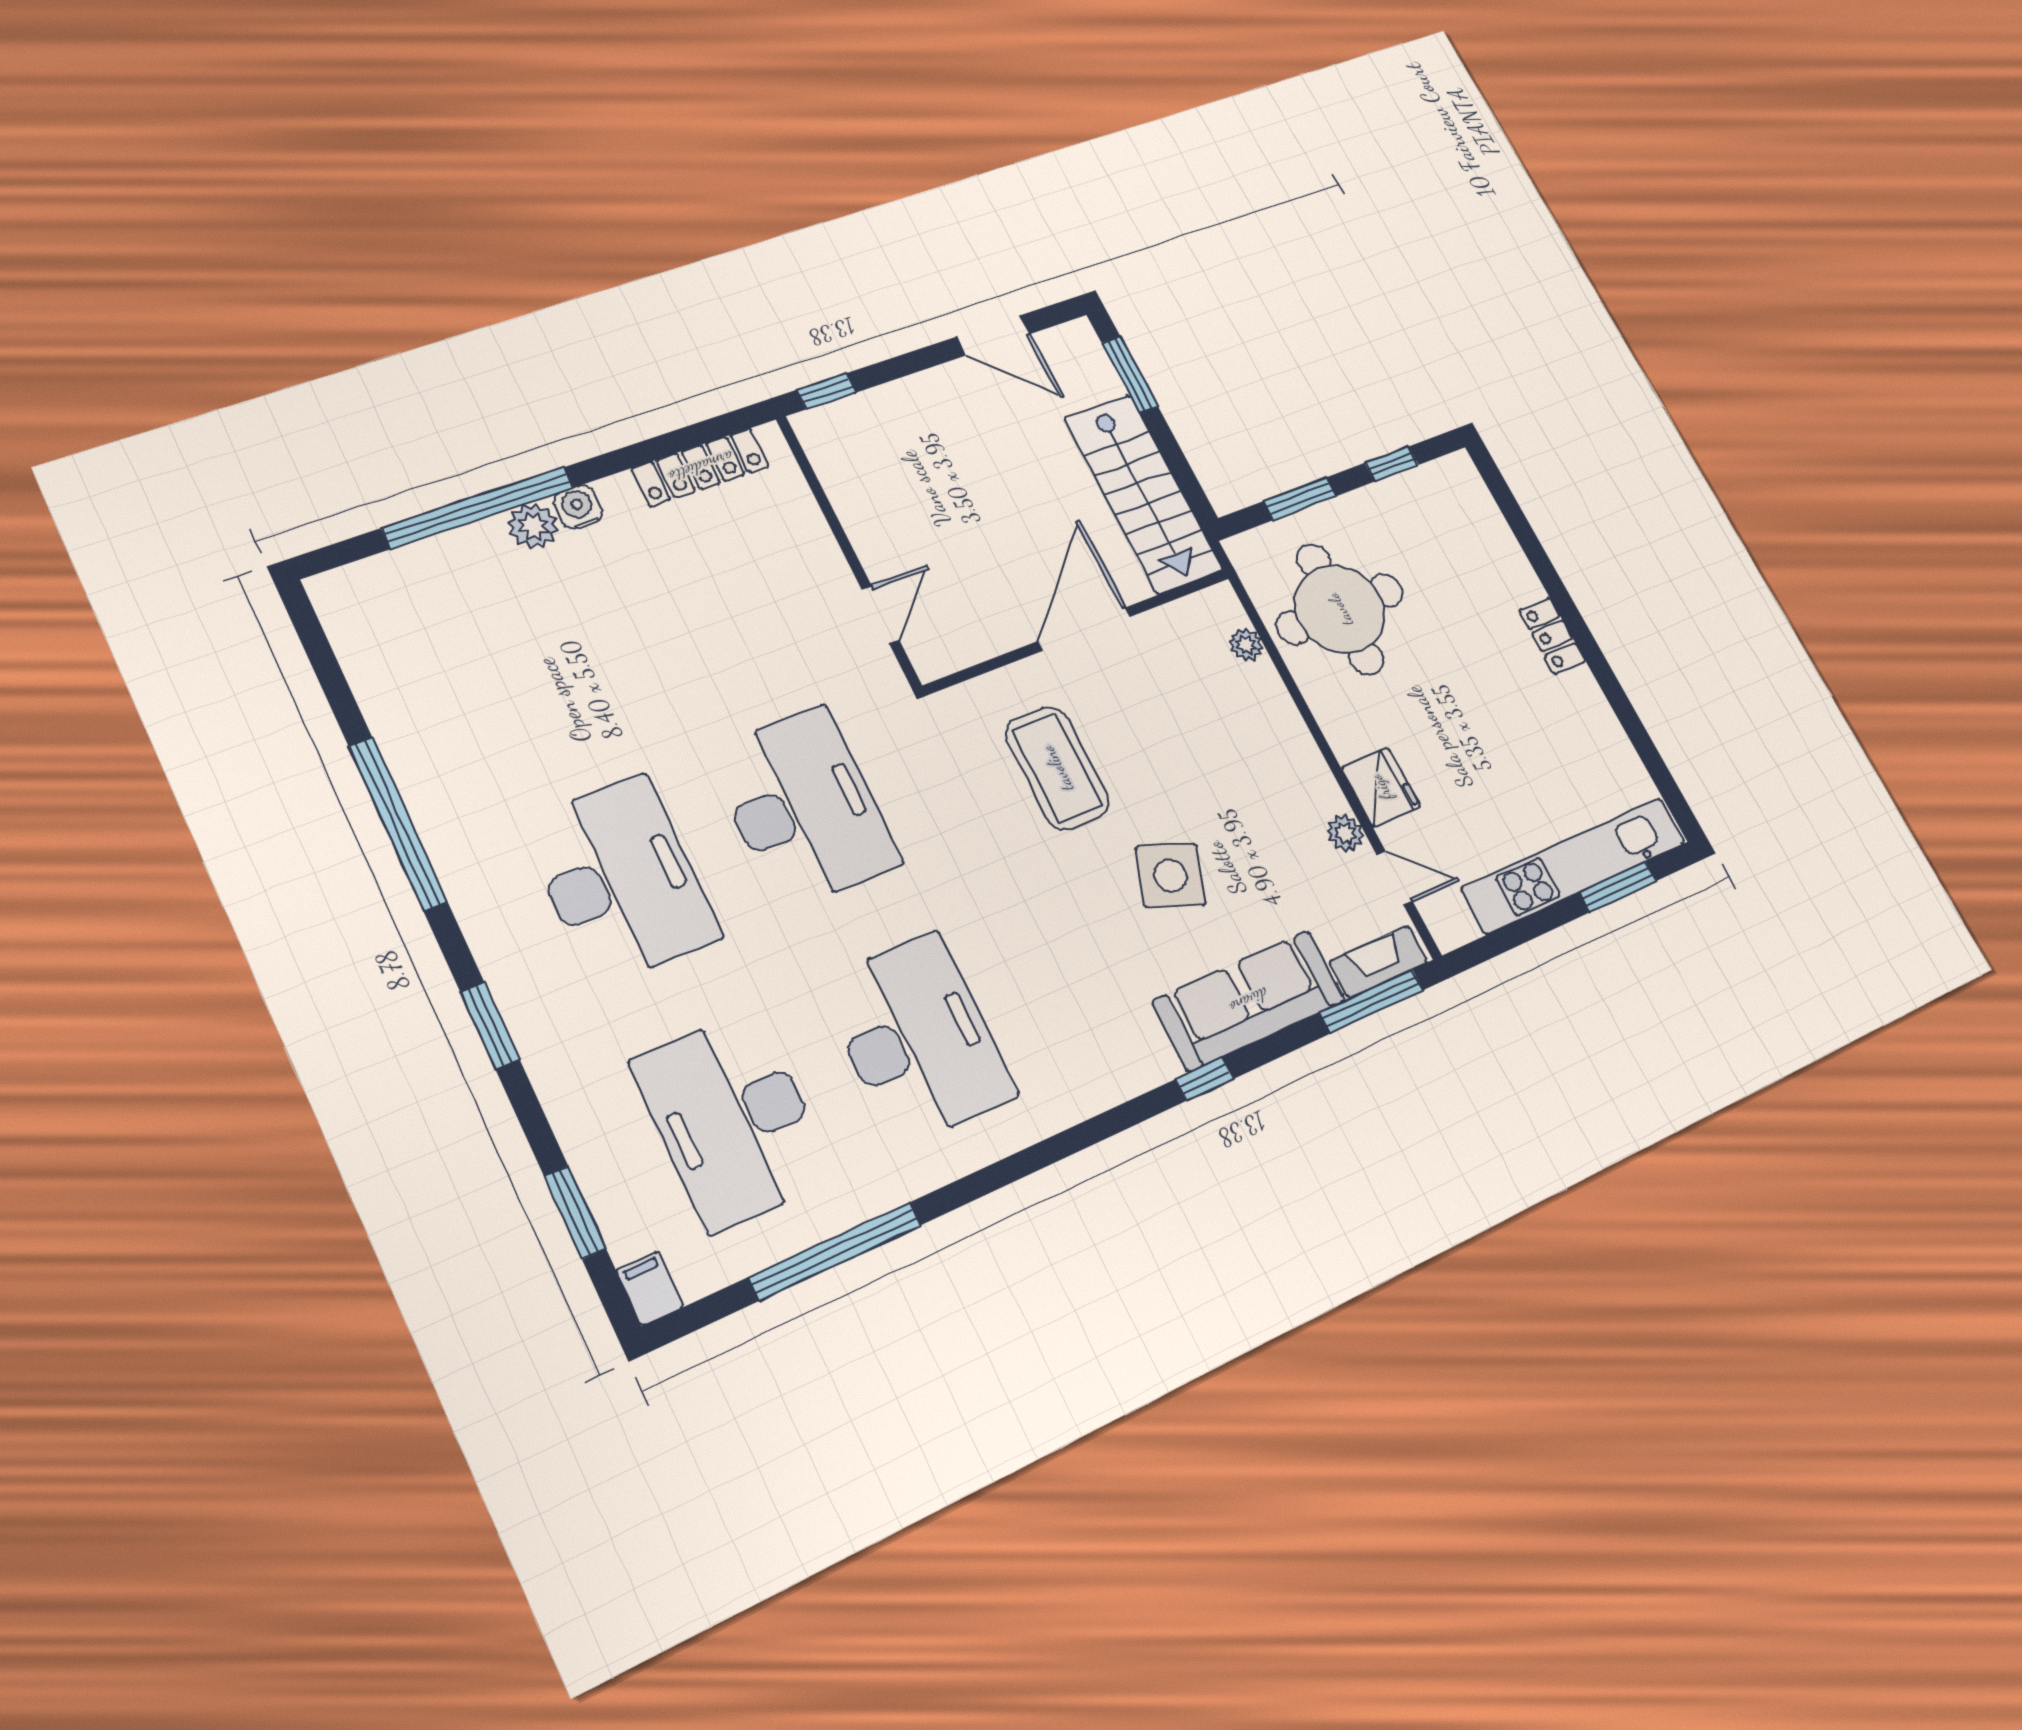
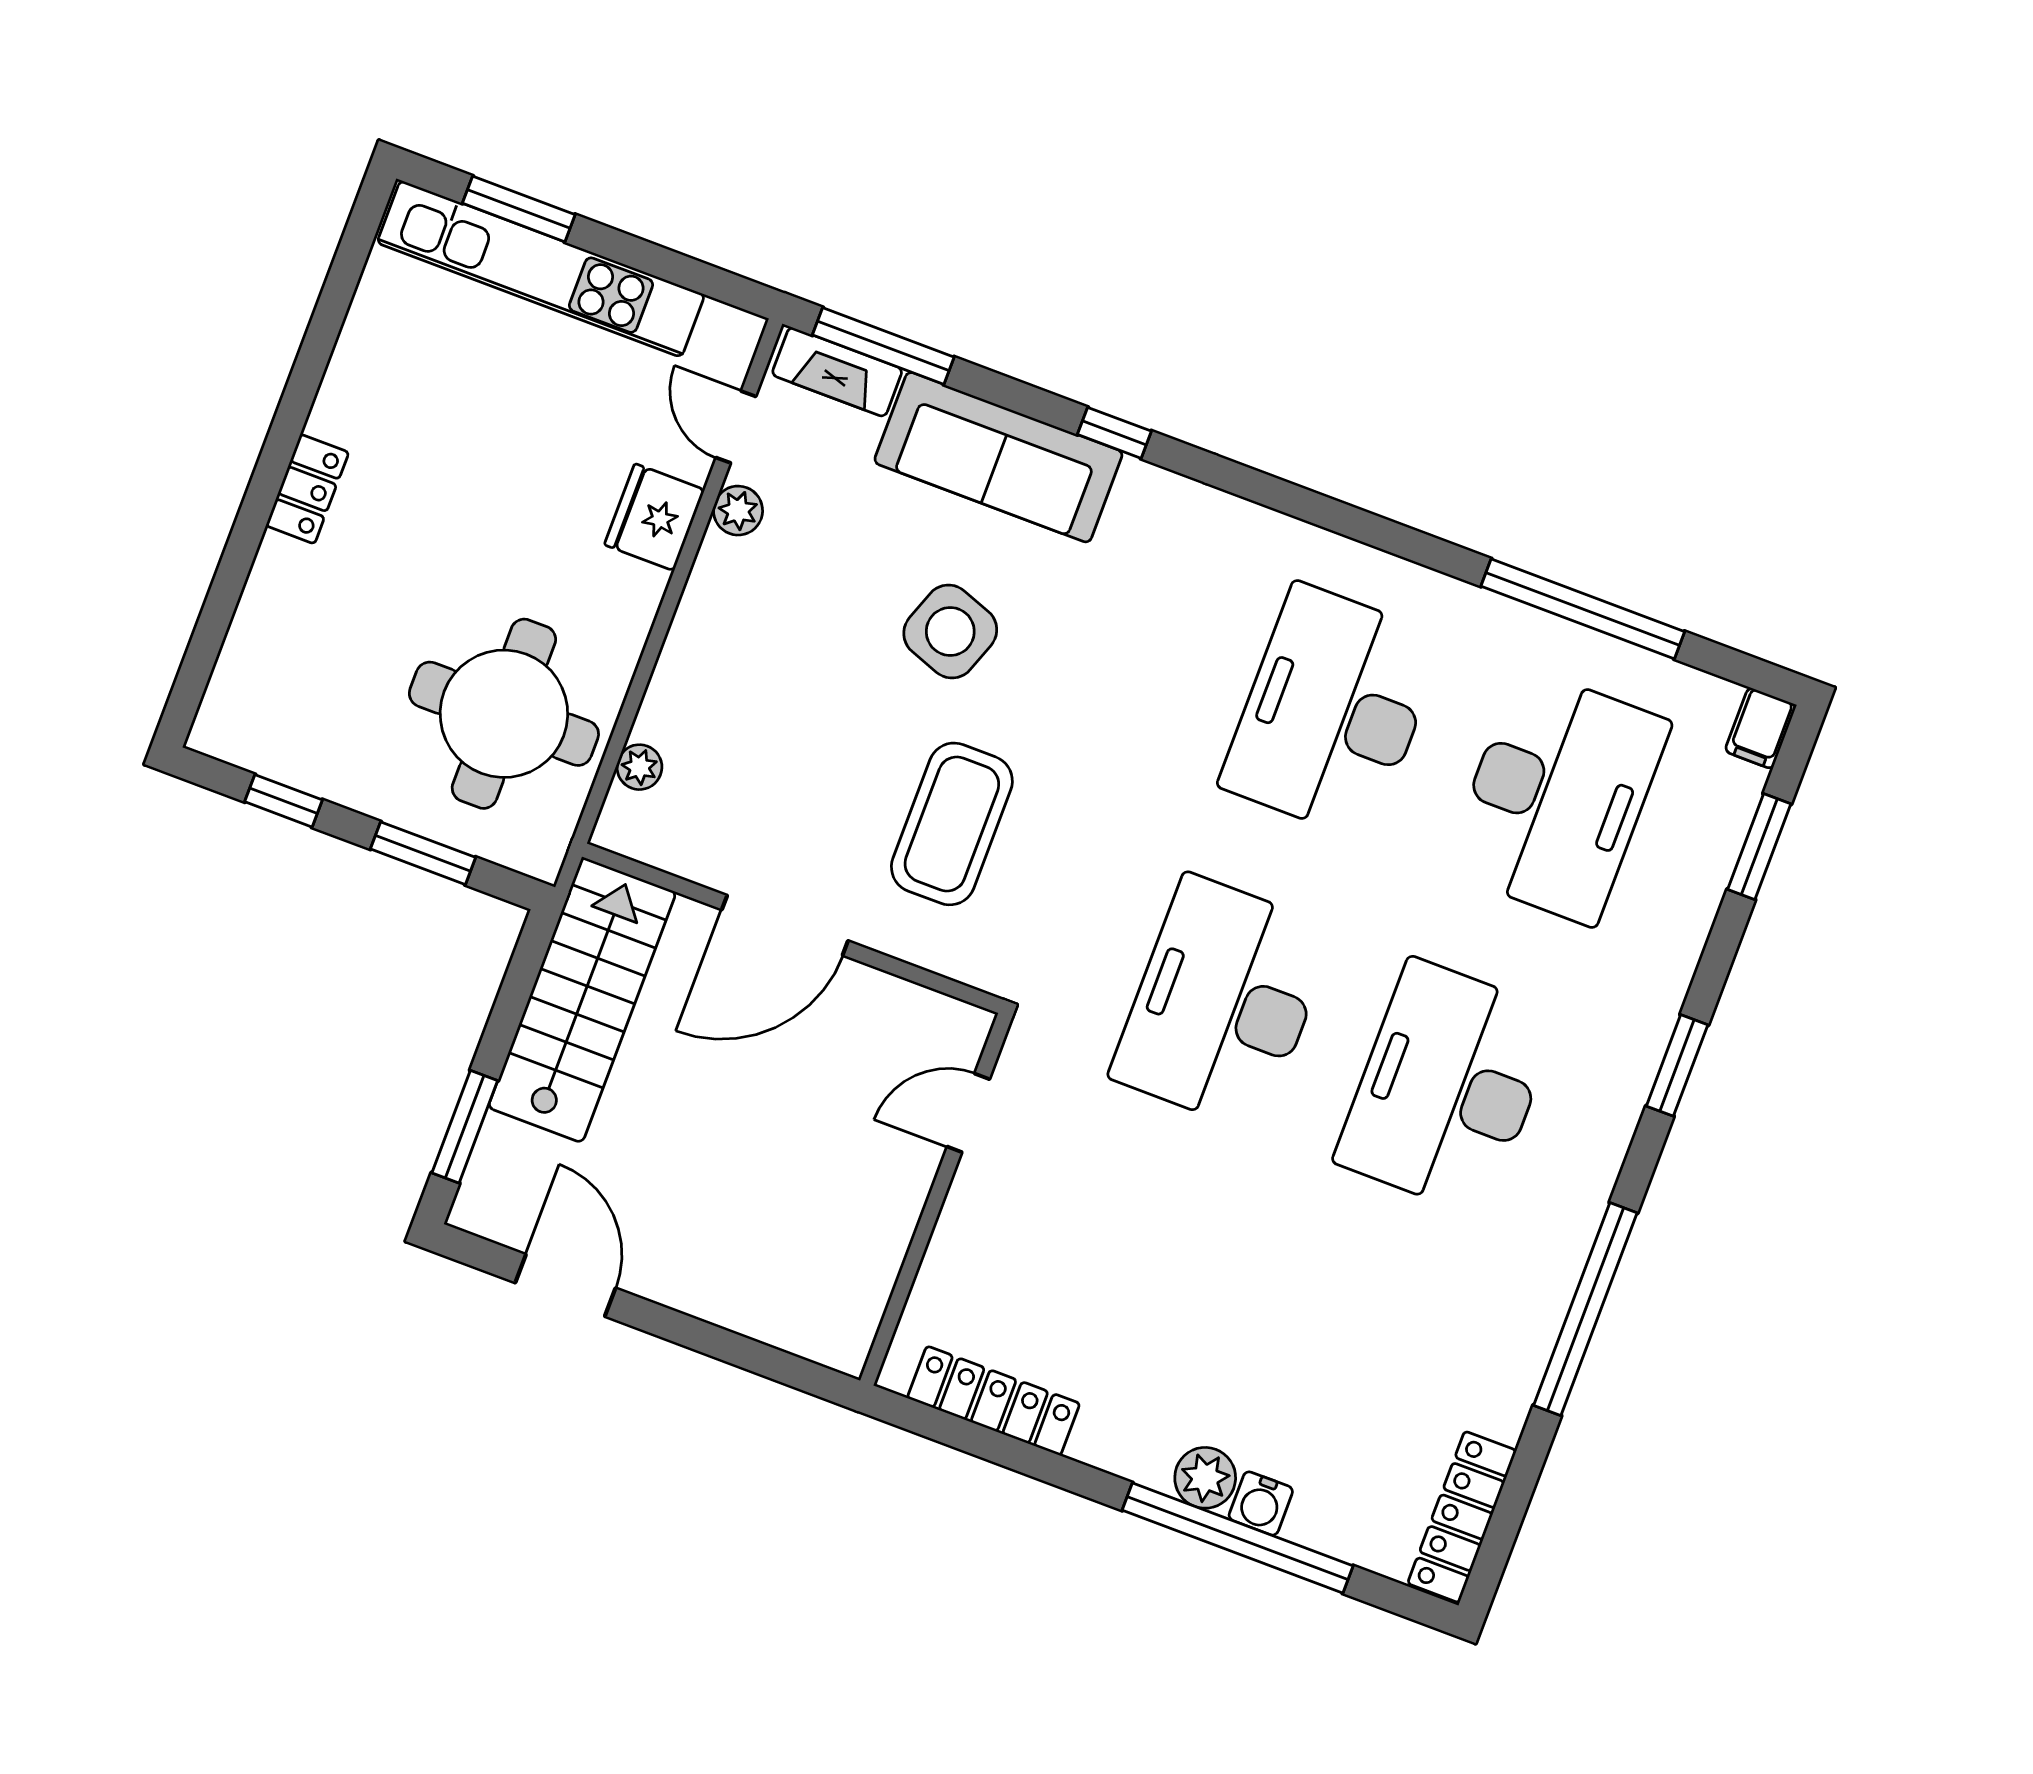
window: (826, 391) -> (795, 1372), removed
water cooler: (578, 507) -> (1261, 1503), moved
locker: (351, 633) -> (1462, 1517), added

